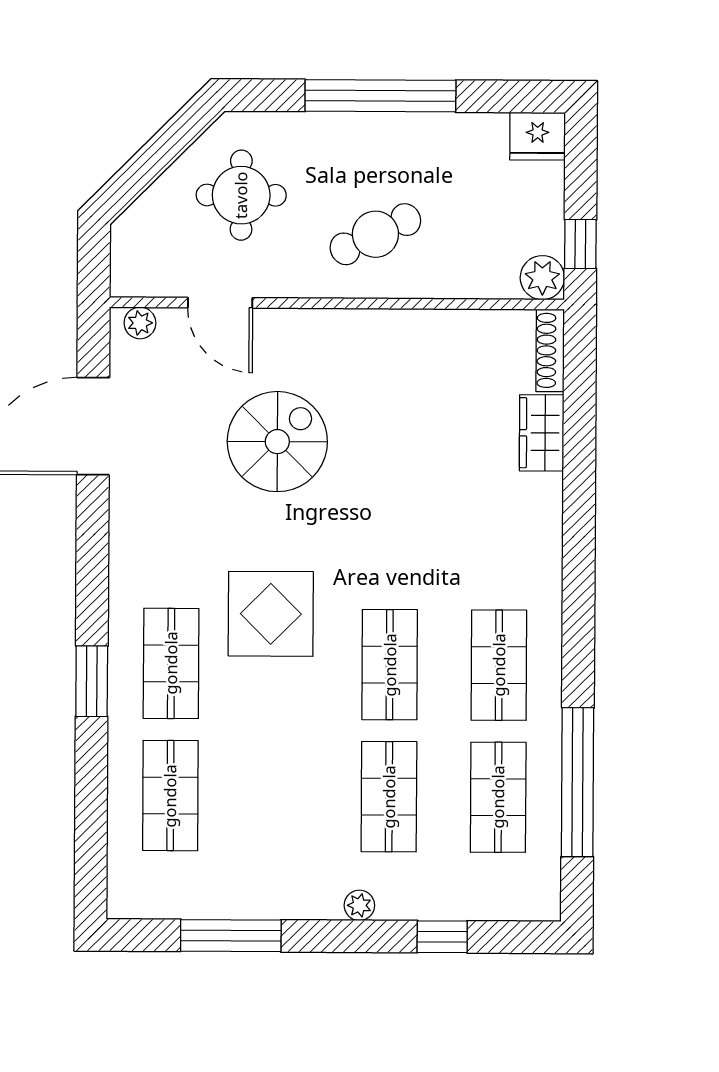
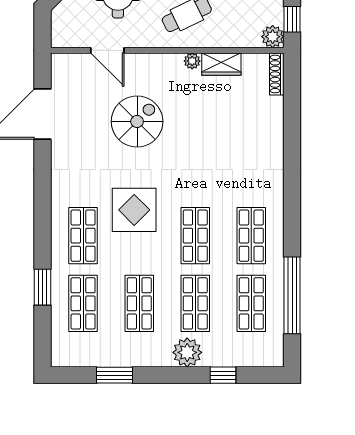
plant: (140, 323) -> (192, 61), moved
wardrobe: (542, 433) -> (221, 64), moved, turned -90
window: (92, 681) -> (42, 287), moved
shop shelf: (280, 796) -> (139, 303), added
plant: (359, 905) -> (187, 352), width x1.88, depth x1.88
window: (231, 936) -> (115, 375), width x0.69

